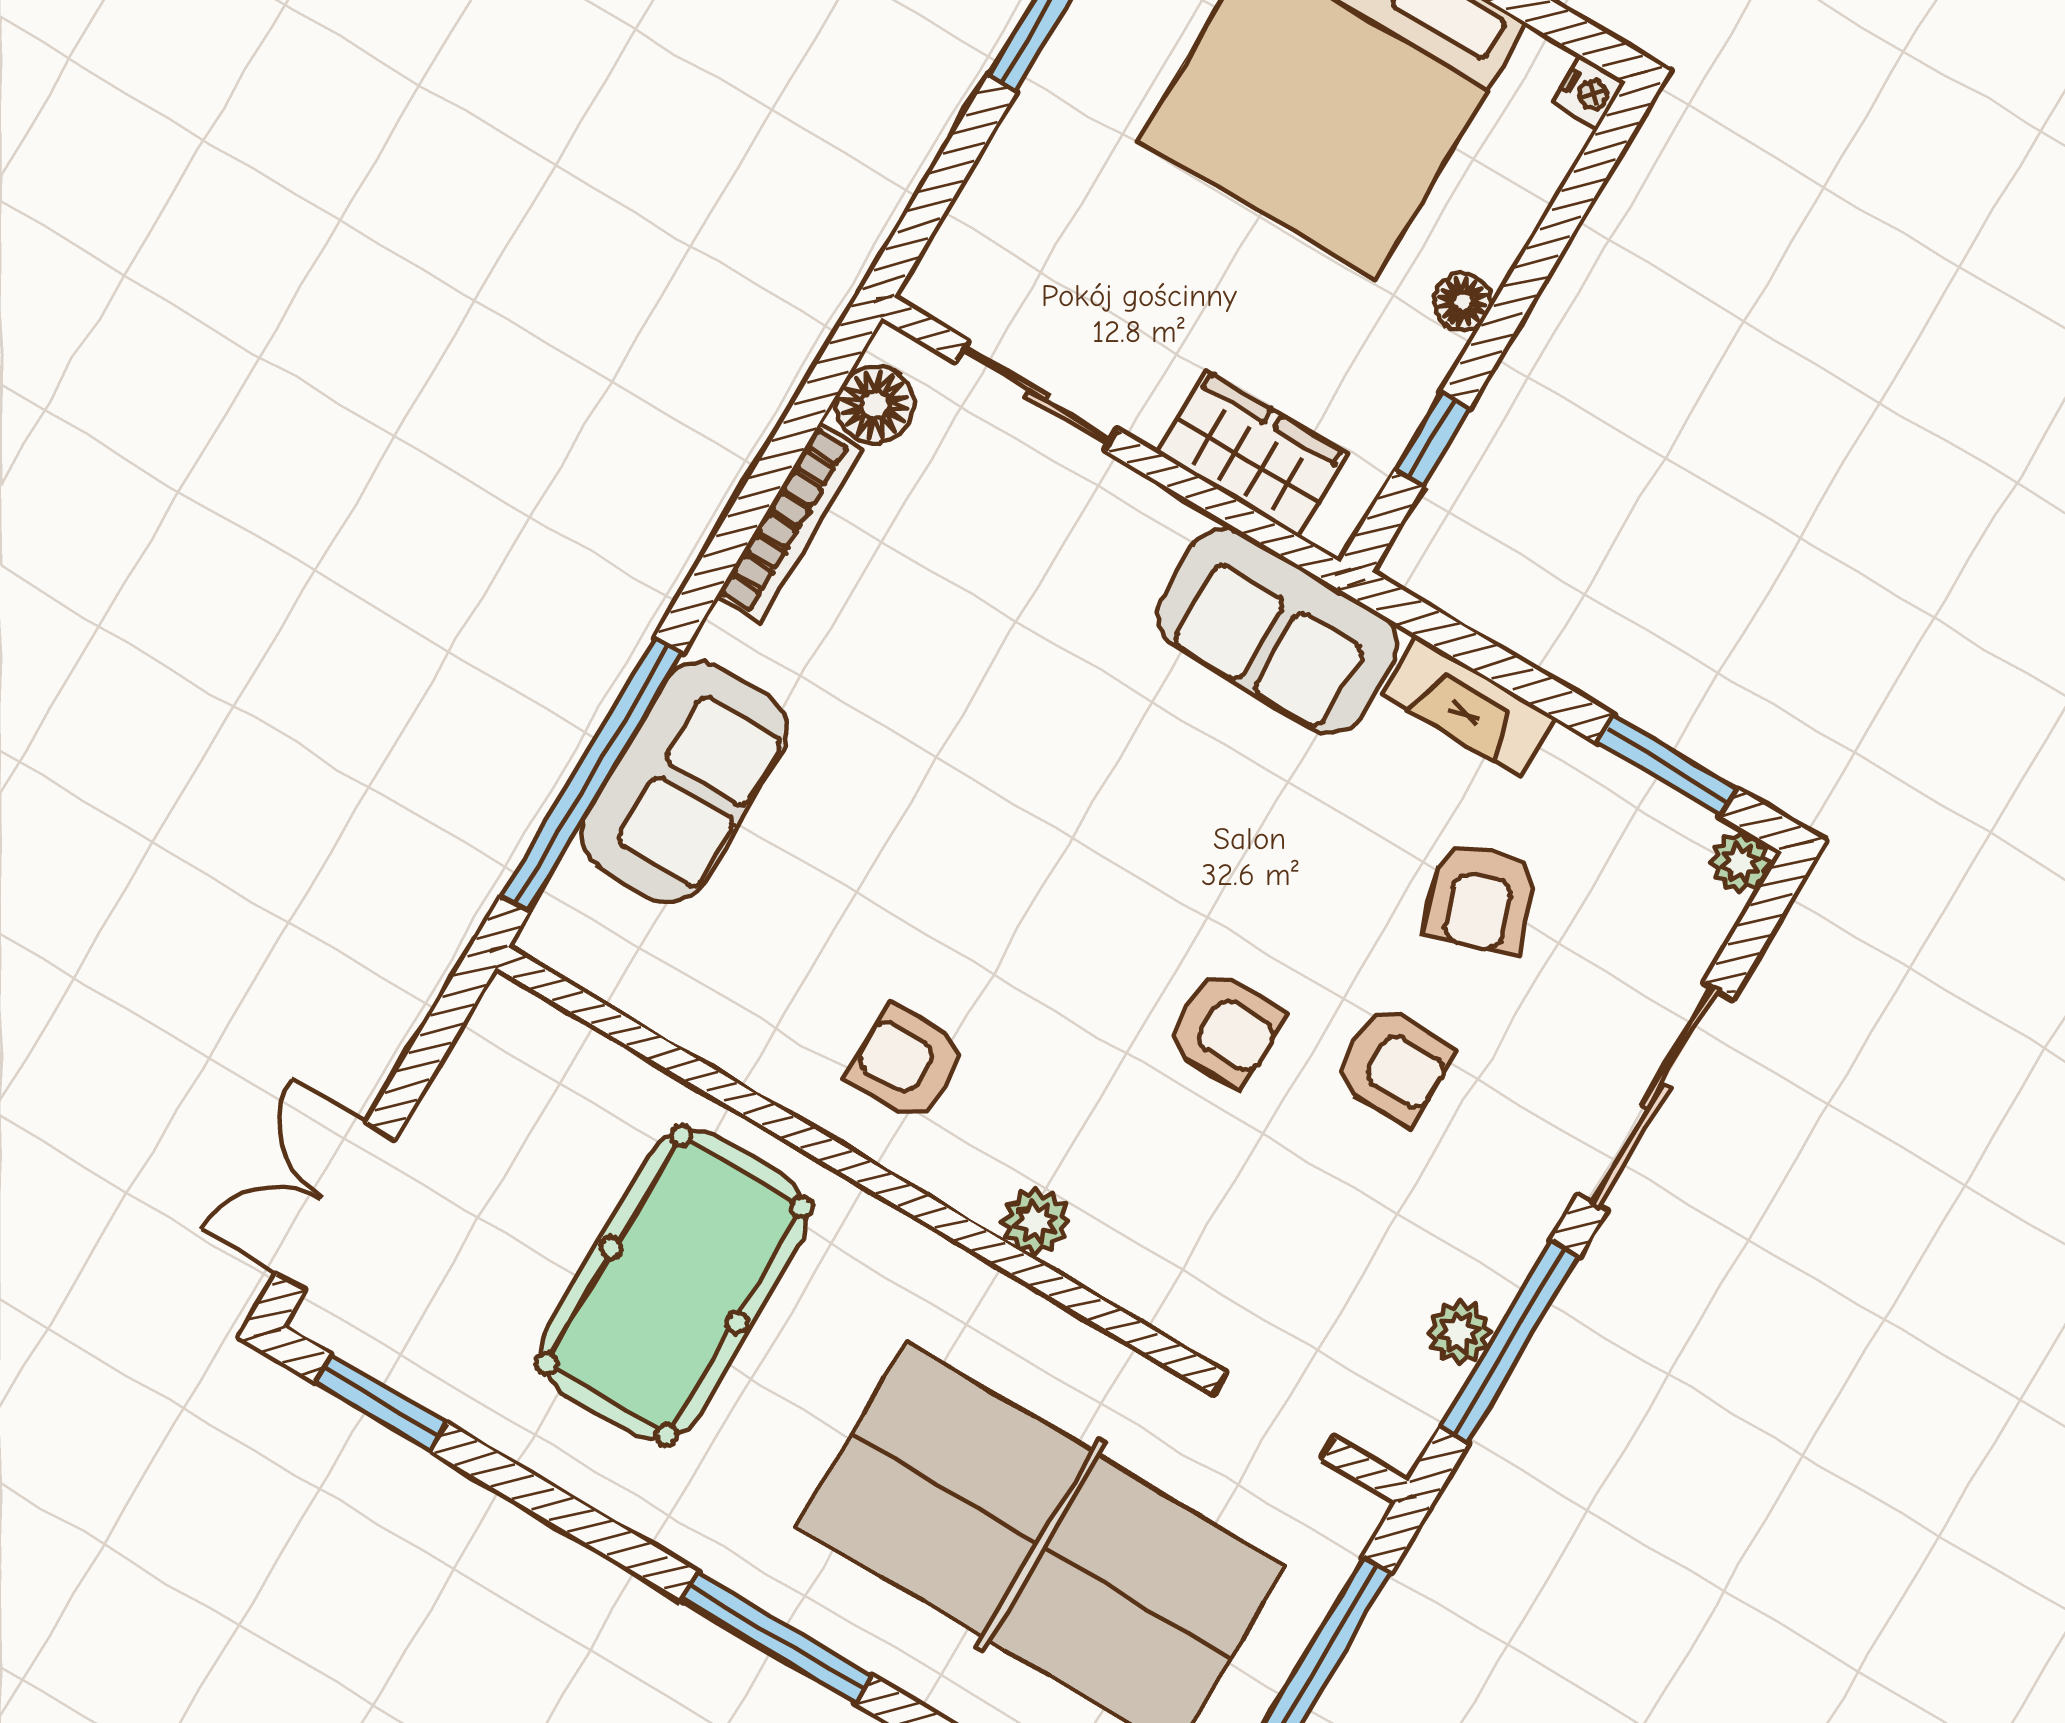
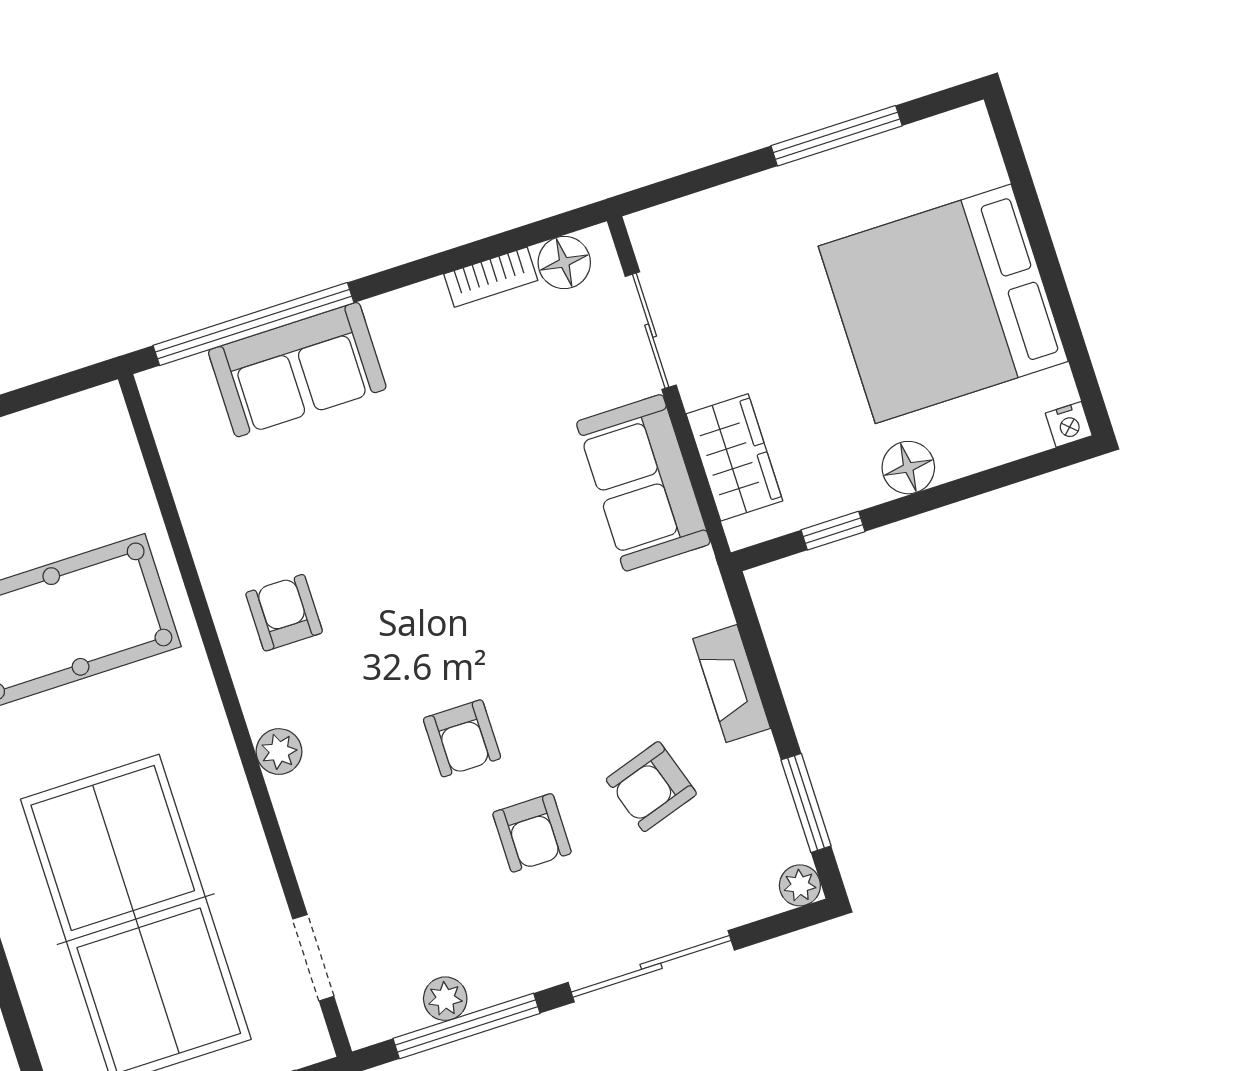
floor lamp: (1463, 301) -> (908, 468), width x1.37, depth x1.37
bookcase: (790, 523) -> (491, 277), width x0.64
sofa: (1278, 631) -> (643, 483), moved

